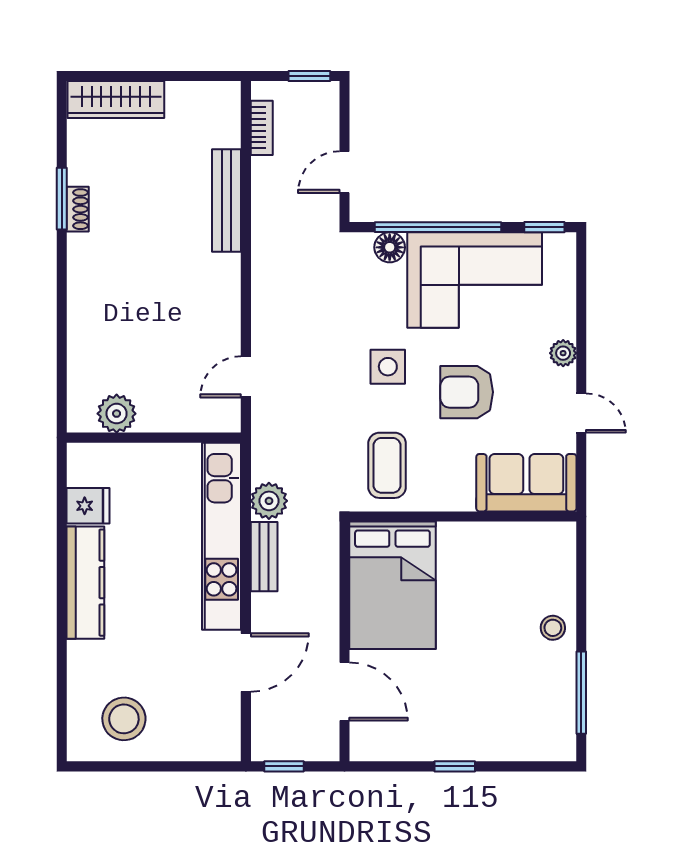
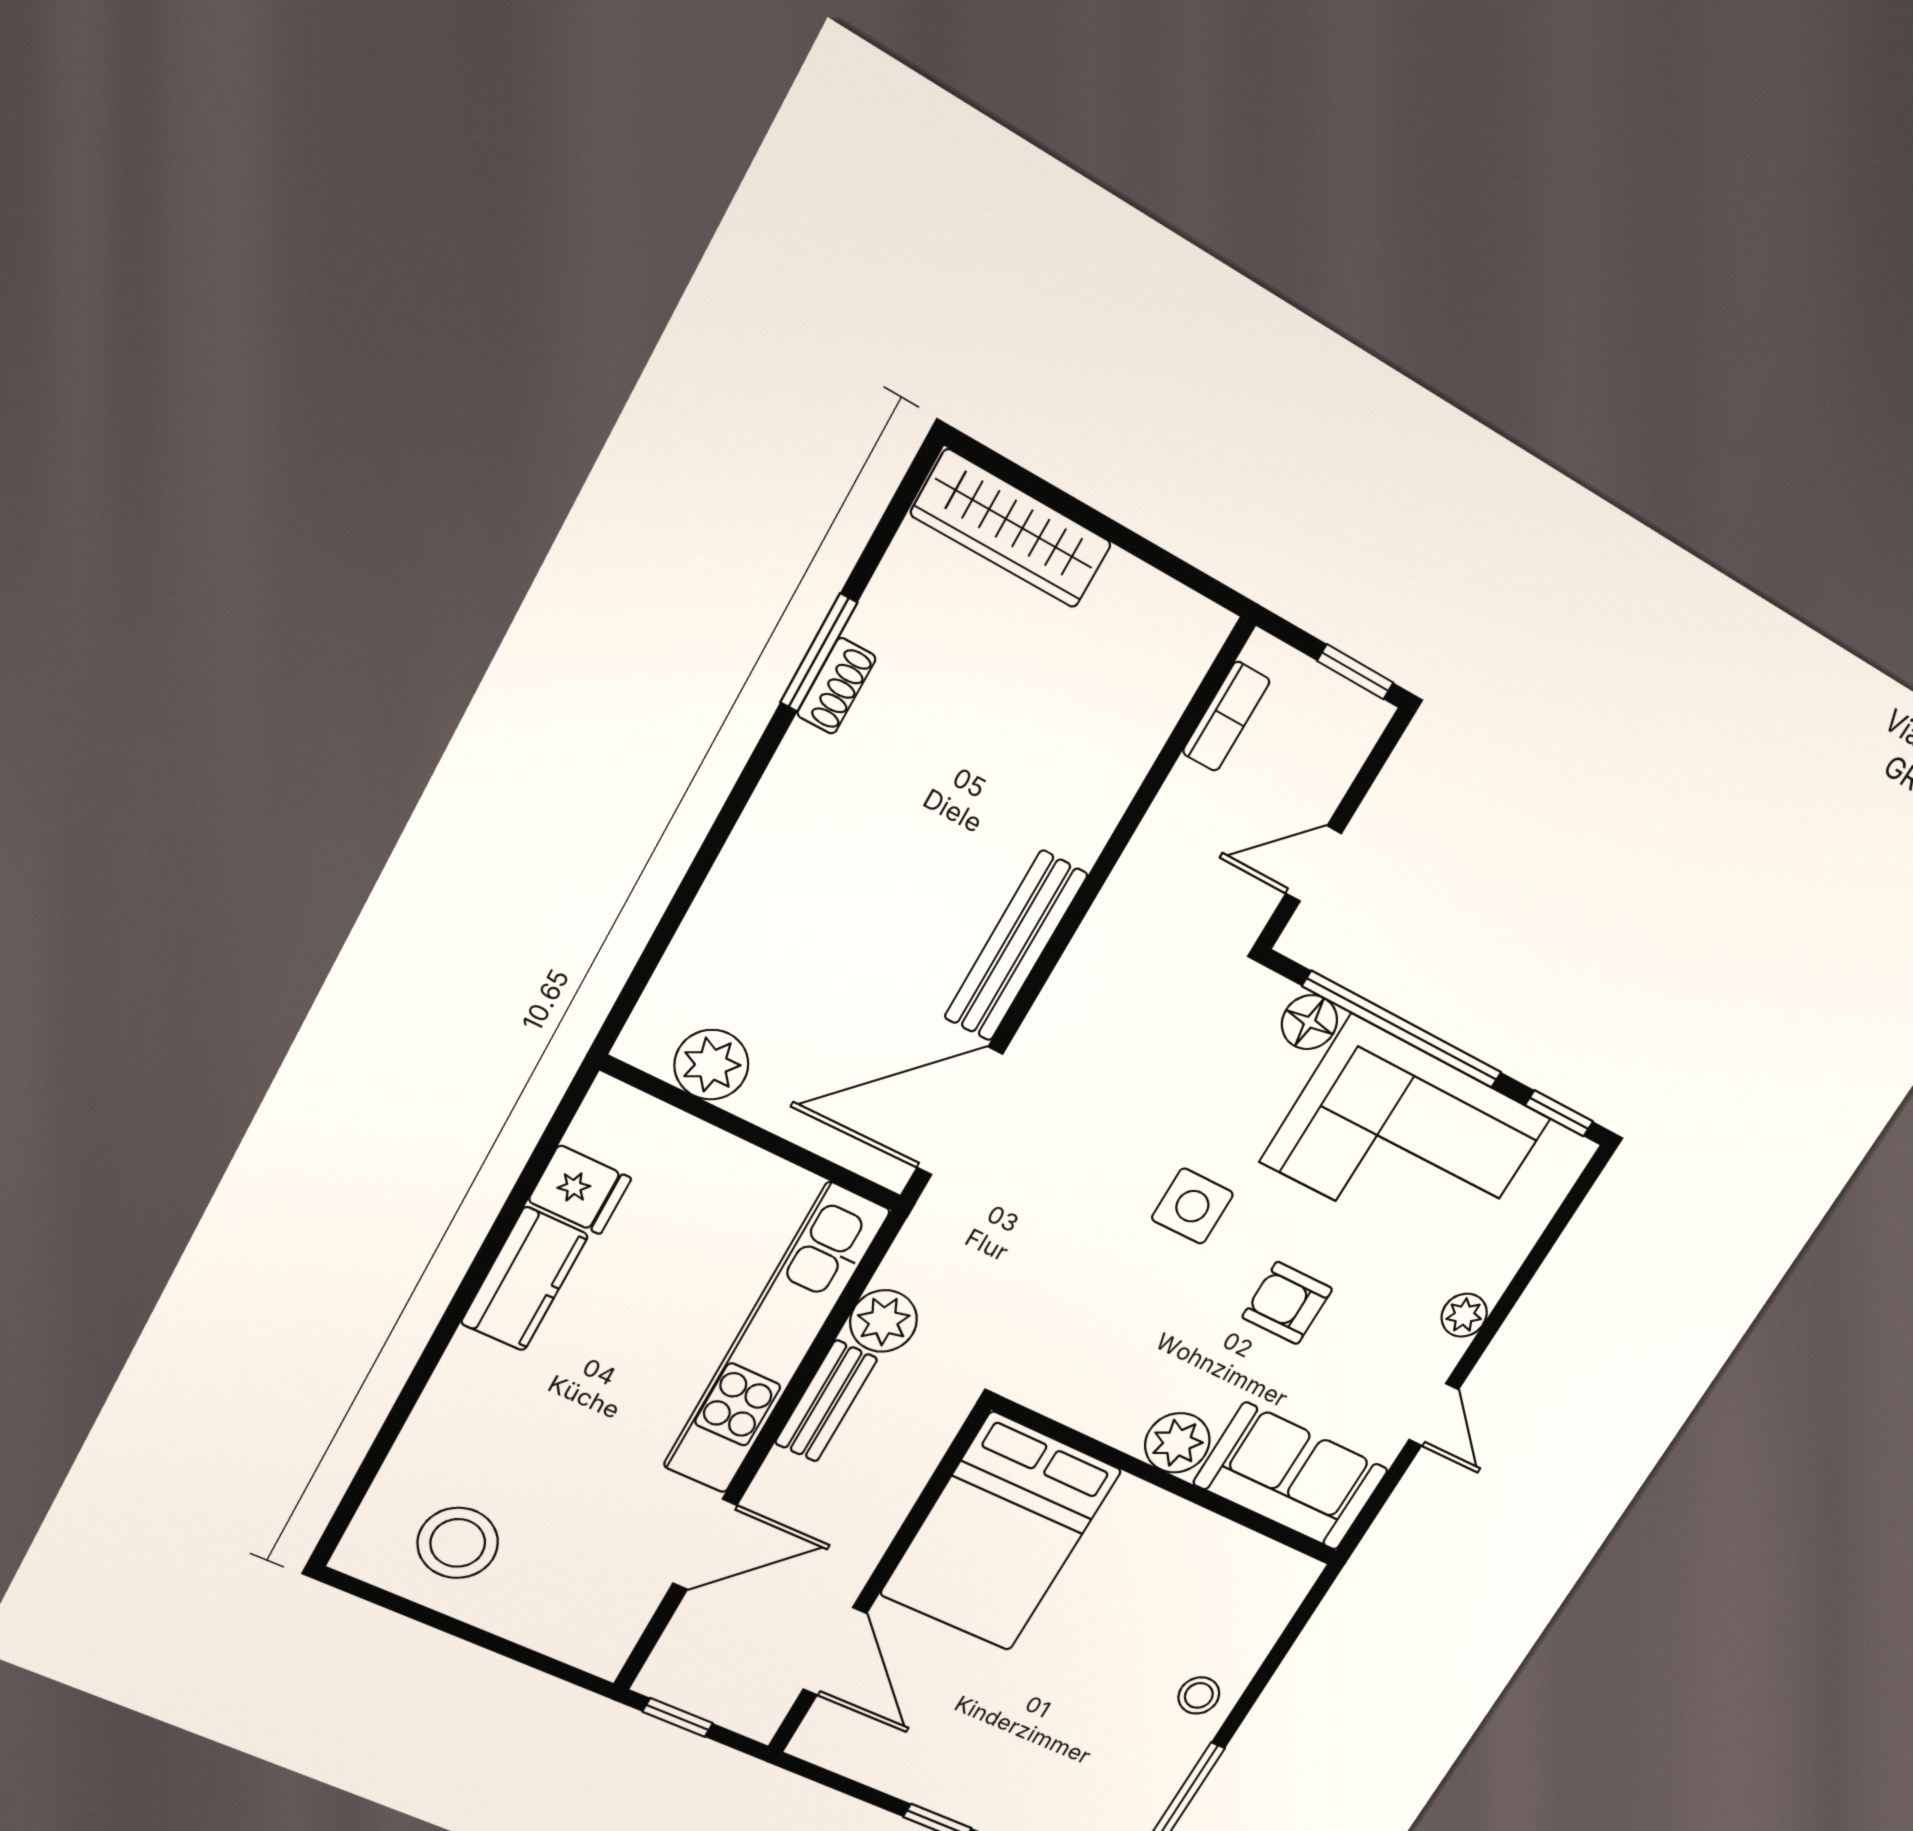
bench: (227, 201) -> (1016, 946), moved
door: (246, 377) -> (960, 1111), width x1.88
armchair: (467, 392) -> (1287, 1303), width x0.72, depth x0.72
coffee table: (387, 465) -> (1100, 1354), removed
plant: (455, 493) -> (1177, 1443), added
kitchen counter: (85, 583) -> (524, 1279), width x0.67

